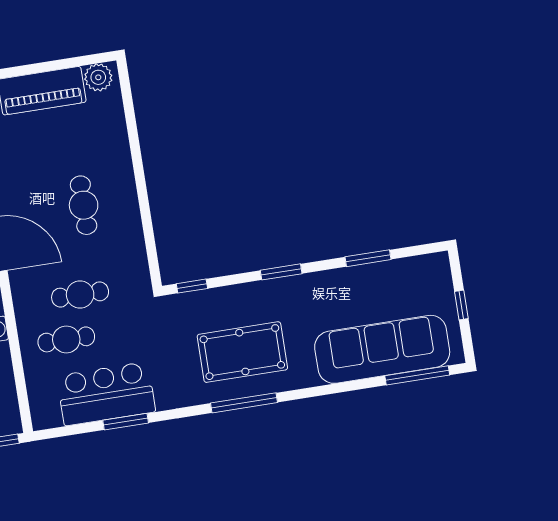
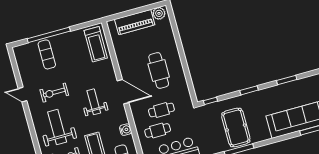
cafe table: (84, 205) -> (159, 70), width x1.37, depth x1.35
pool table: (242, 352) -> (236, 128), turned 90

